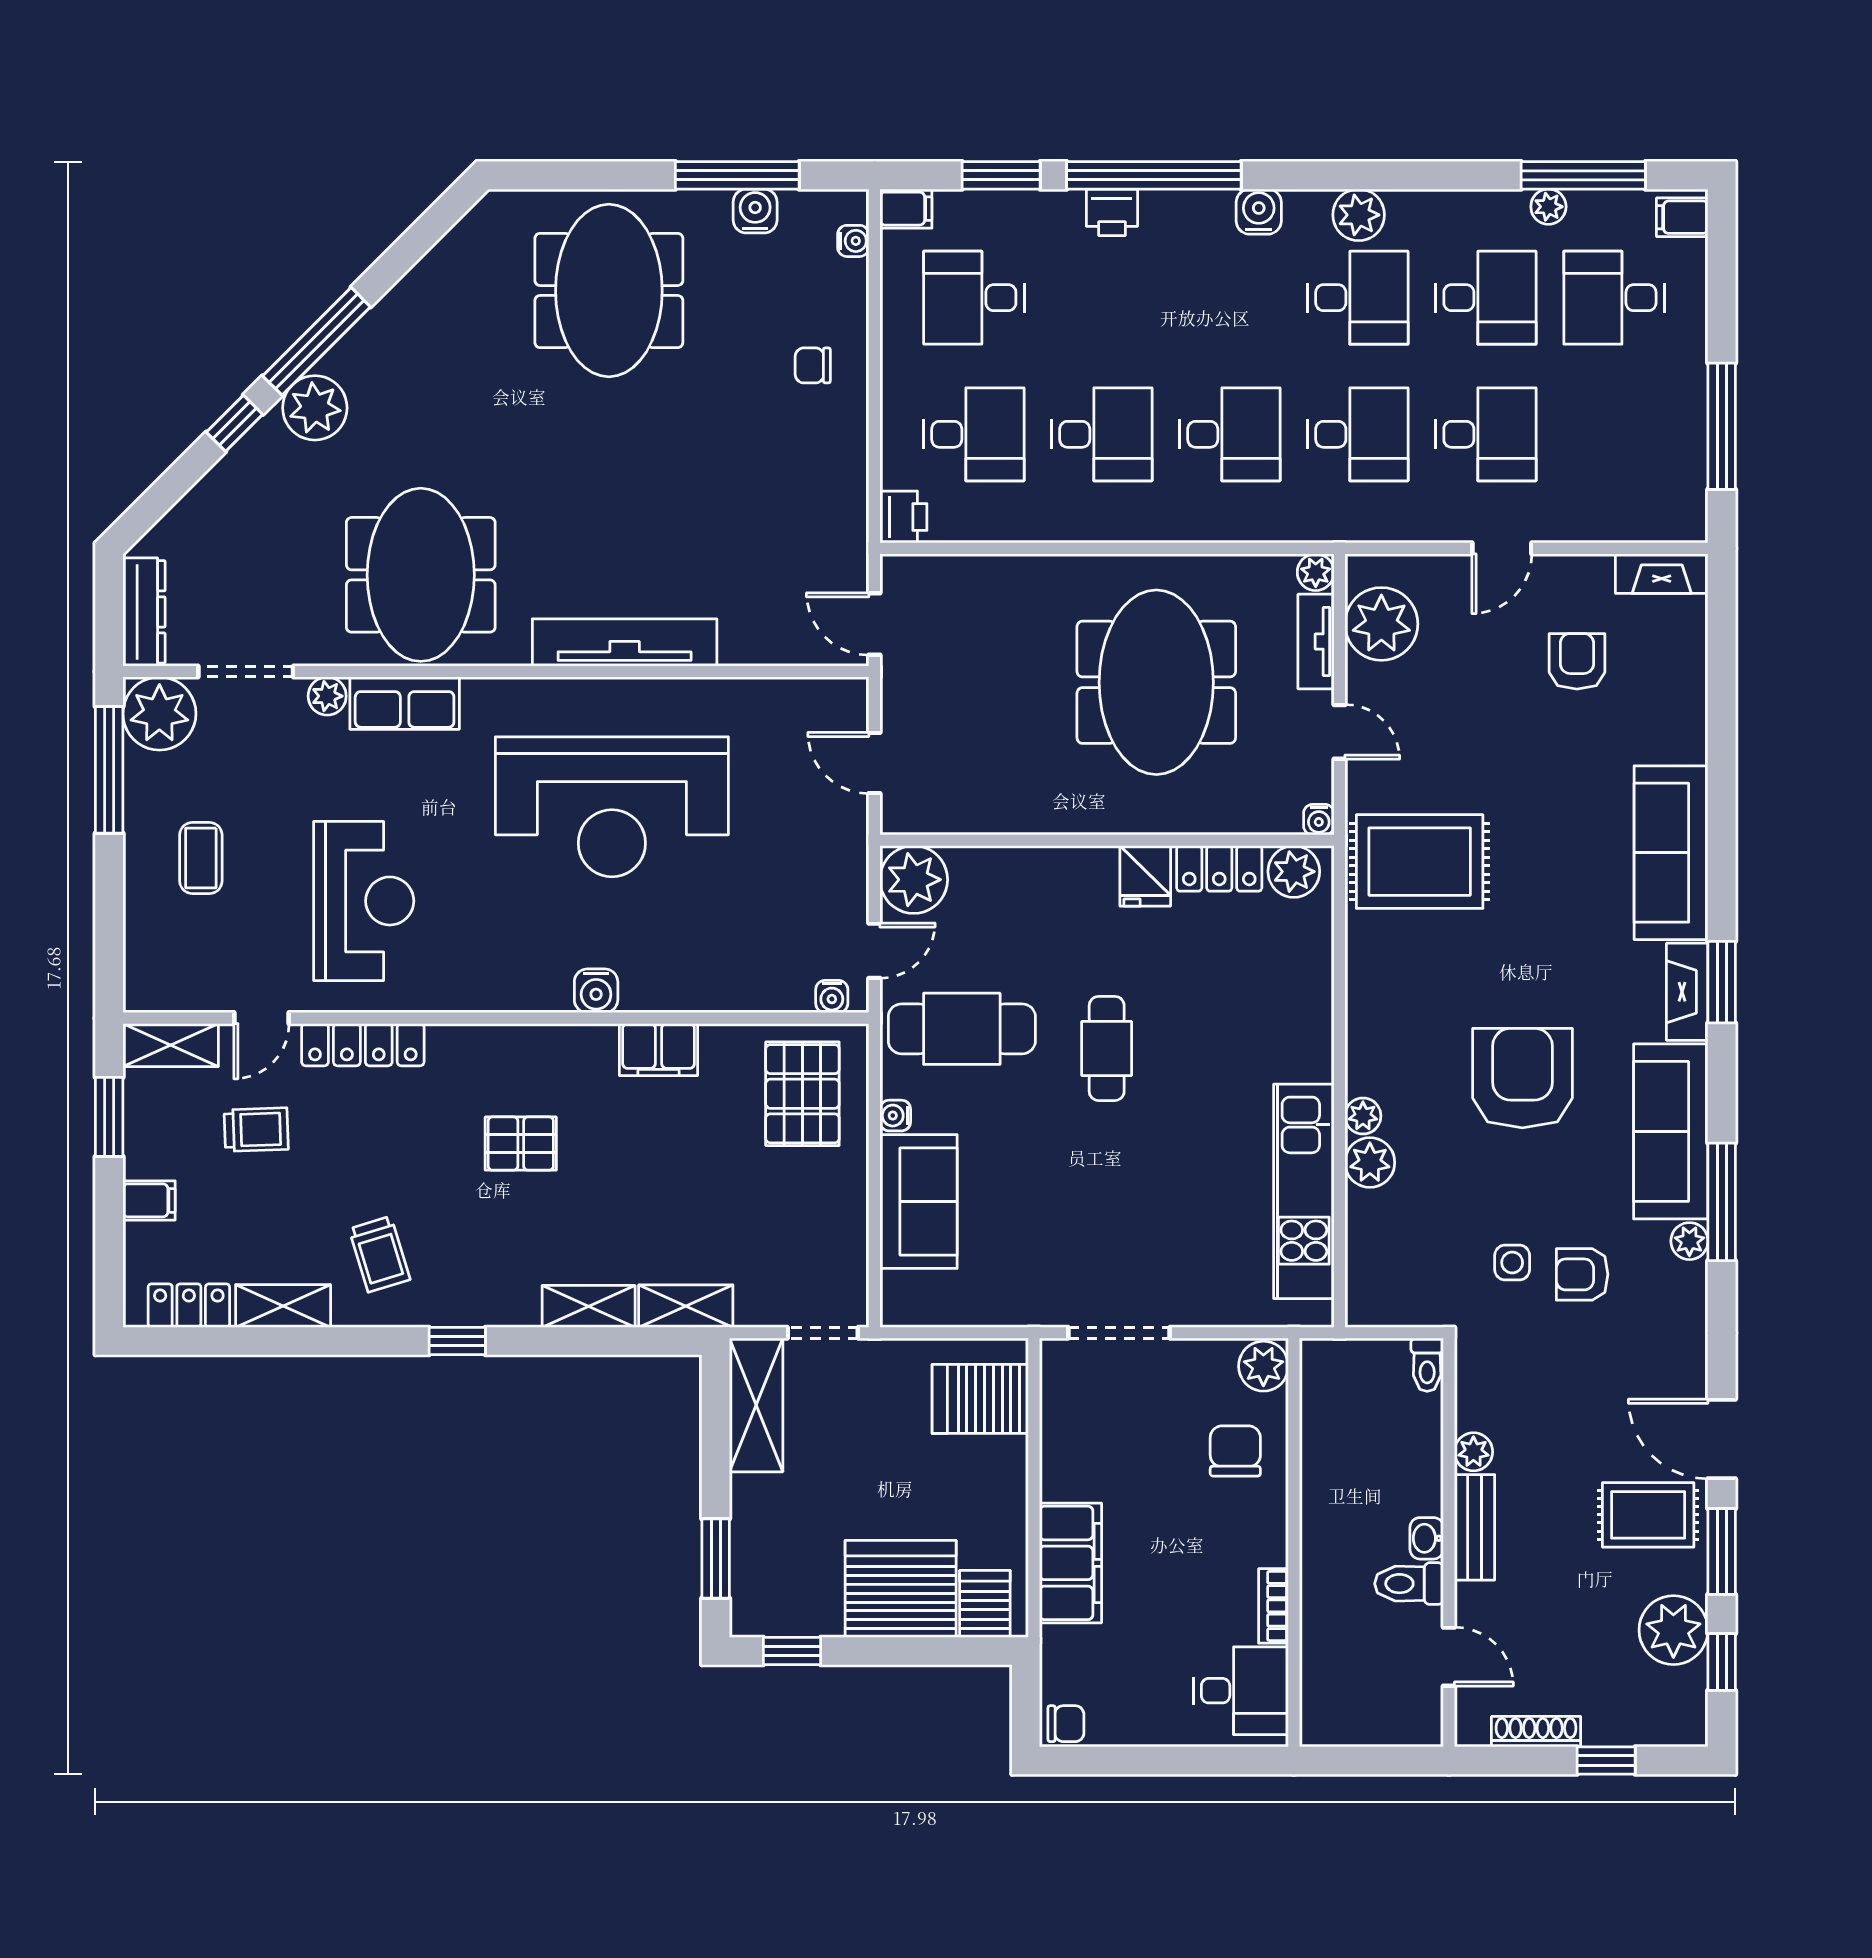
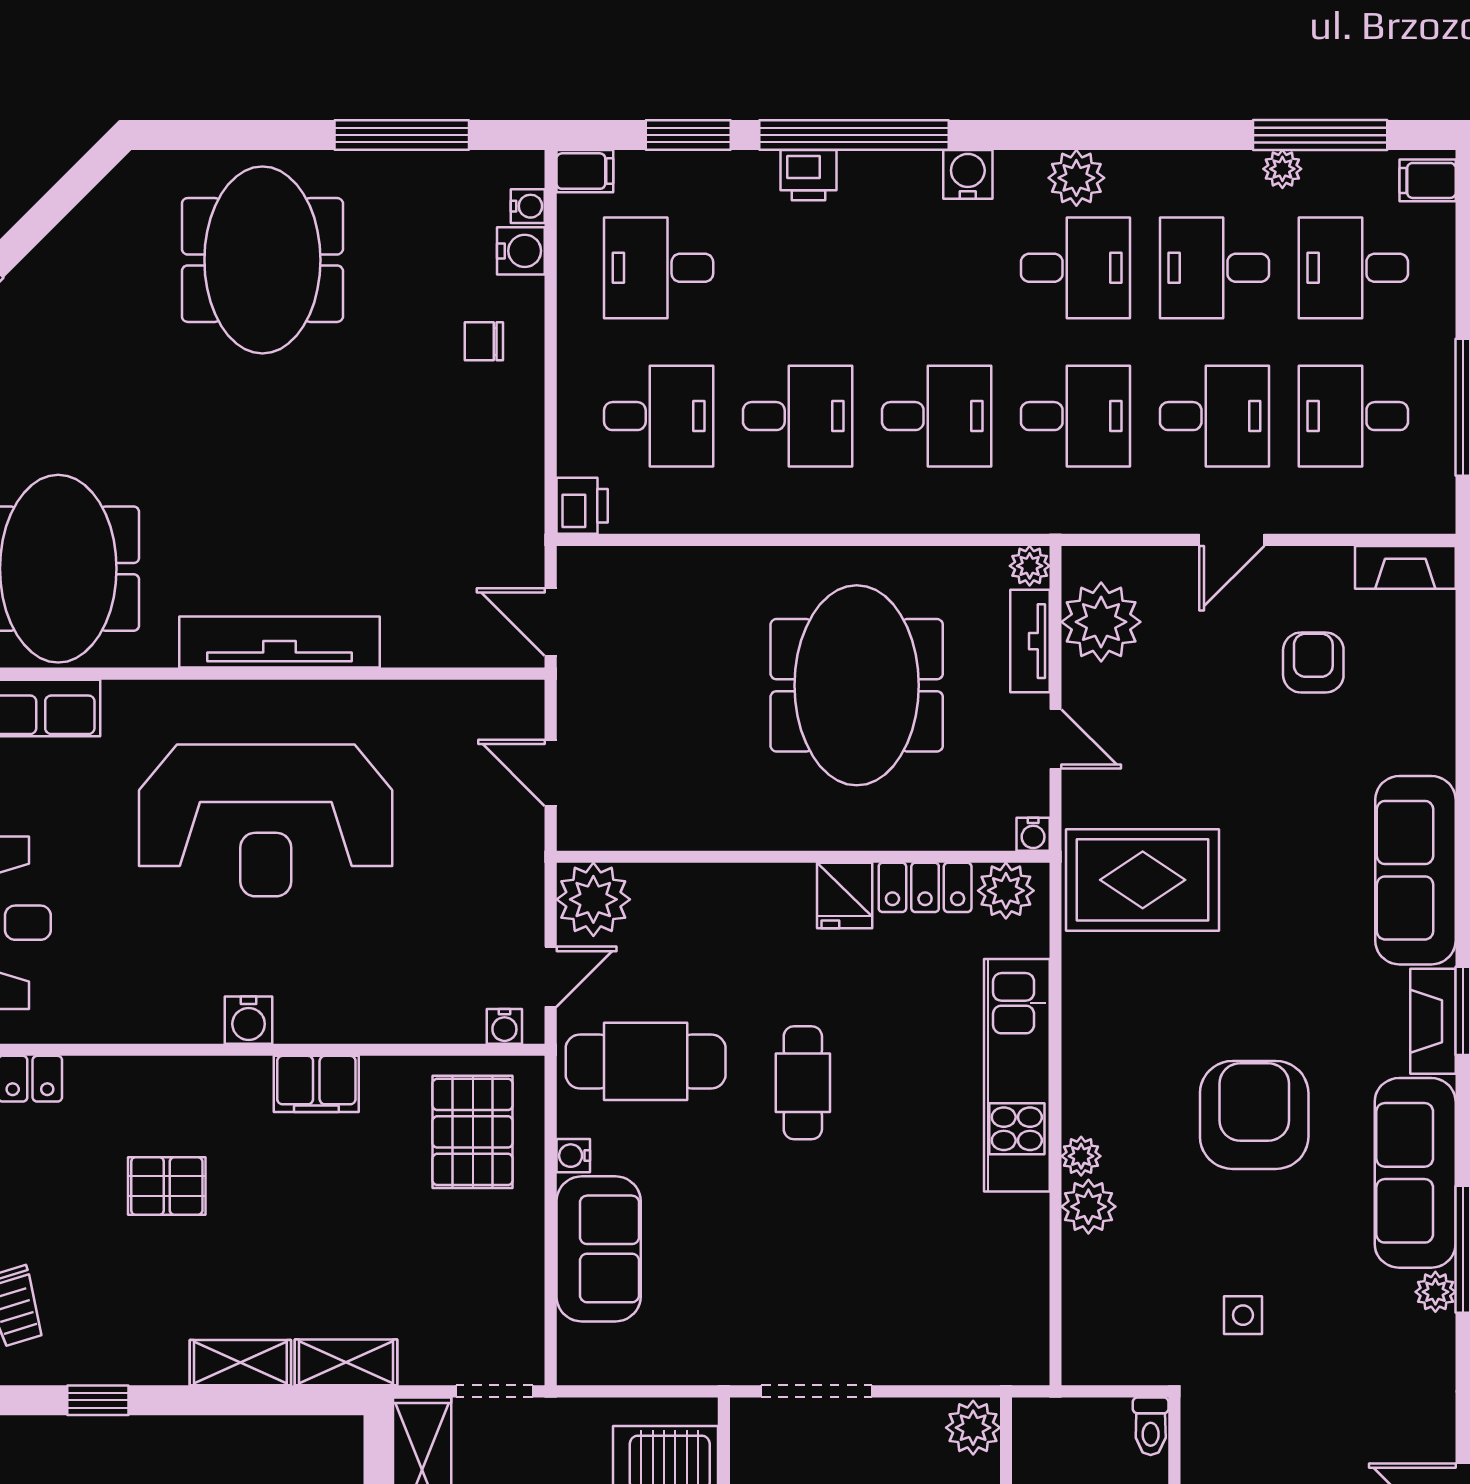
water cooler: (755, 211) -> (521, 251), moved, turned 90
desk: (1486, 298) -> (1214, 268), turned 180
desk: (1614, 434) -> (1353, 416), added
kitchen unit: (1304, 1191) -> (1017, 1075), moved
armchair: (1582, 1274) -> (1319, 1328), removed

